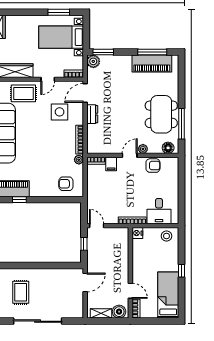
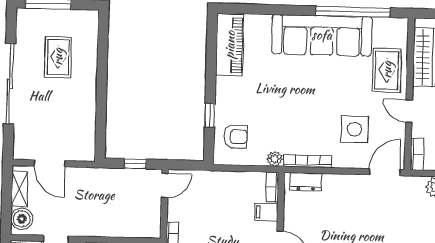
door: (85, 93) -> (385, 172), hinge flipped
dresser: (92, 114) -> (306, 182), moved
armchair: (66, 184) -> (235, 137), turned 90
window: (19, 200) -> (210, 115), moved
door: (85, 283) -> (50, 163), moved
rug: (21, 292) -> (58, 57), turned 90

